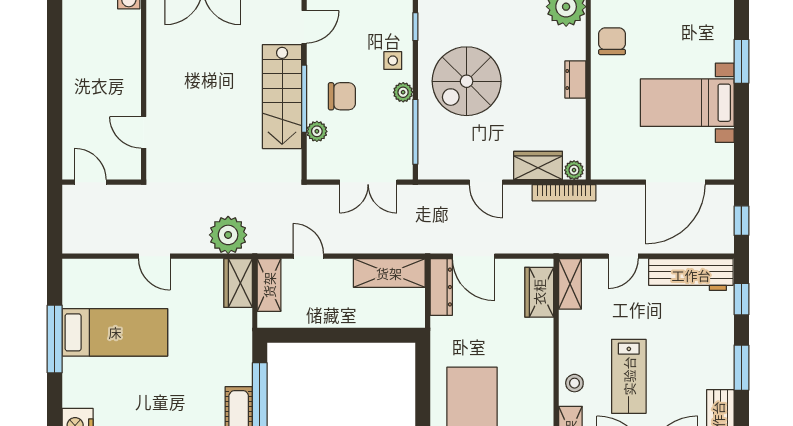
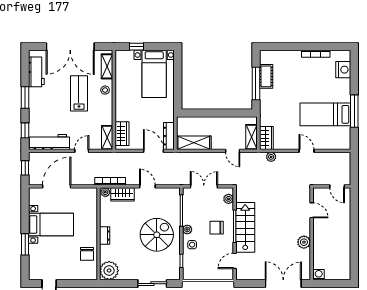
plant: (160, 66) -> (304, 242), added
plant: (317, 131) -> (229, 199), moved
plant: (228, 235) -> (271, 157), width x0.53, depth x0.53

